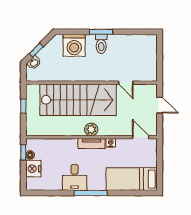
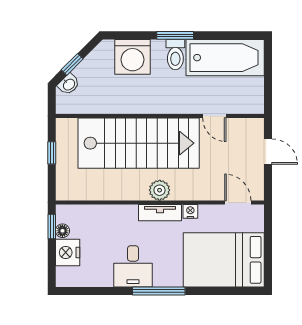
bathtub: (133, 46) -> (225, 58), added
bed: (132, 179) -> (224, 260), width x1.50

